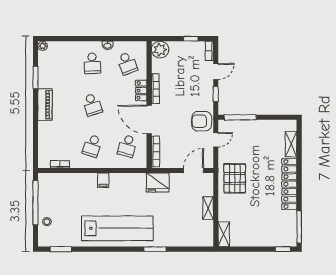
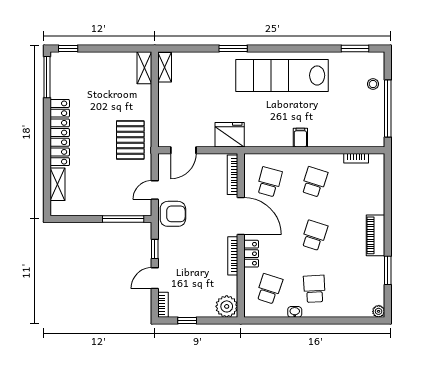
school desk: (127, 63) -> (269, 289), turned 39
school desk: (92, 105) -> (314, 235), turned 36
shelving: (208, 208) -> (165, 67), moved

